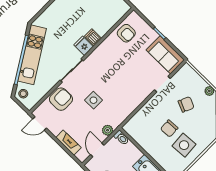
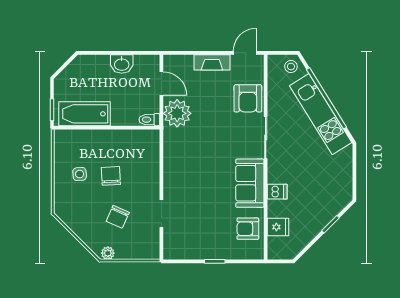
fridge: (84, 46) -> (278, 227), moved
sofa: (165, 55) -> (250, 183), moved, turned -90
side table: (93, 100) -> (214, 129), removed
plant: (108, 130) -> (177, 113), width x1.87, depth x1.87
fireplace: (68, 143) -> (212, 62), moved
side table: (184, 145) -> (80, 174), width x0.54, depth x0.54

